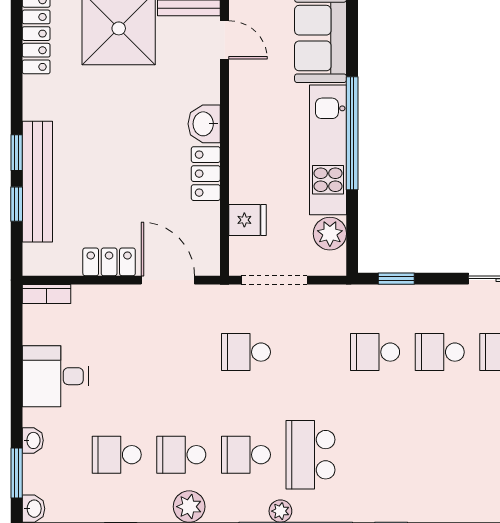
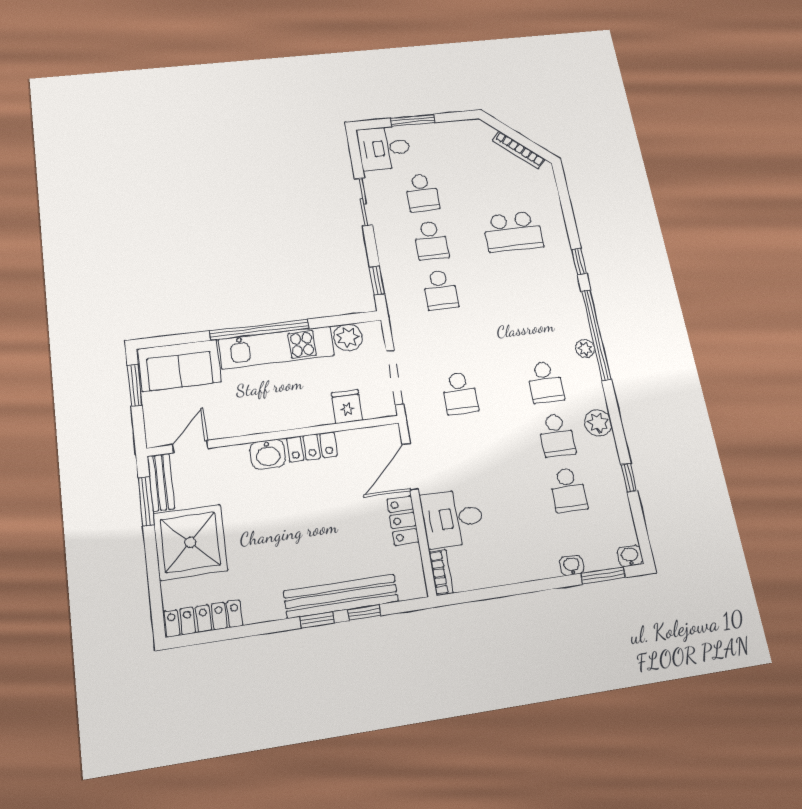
desk: (55, 376) -> (453, 518), moved, turned 90
school desk: (310, 455) -> (513, 232), moved

